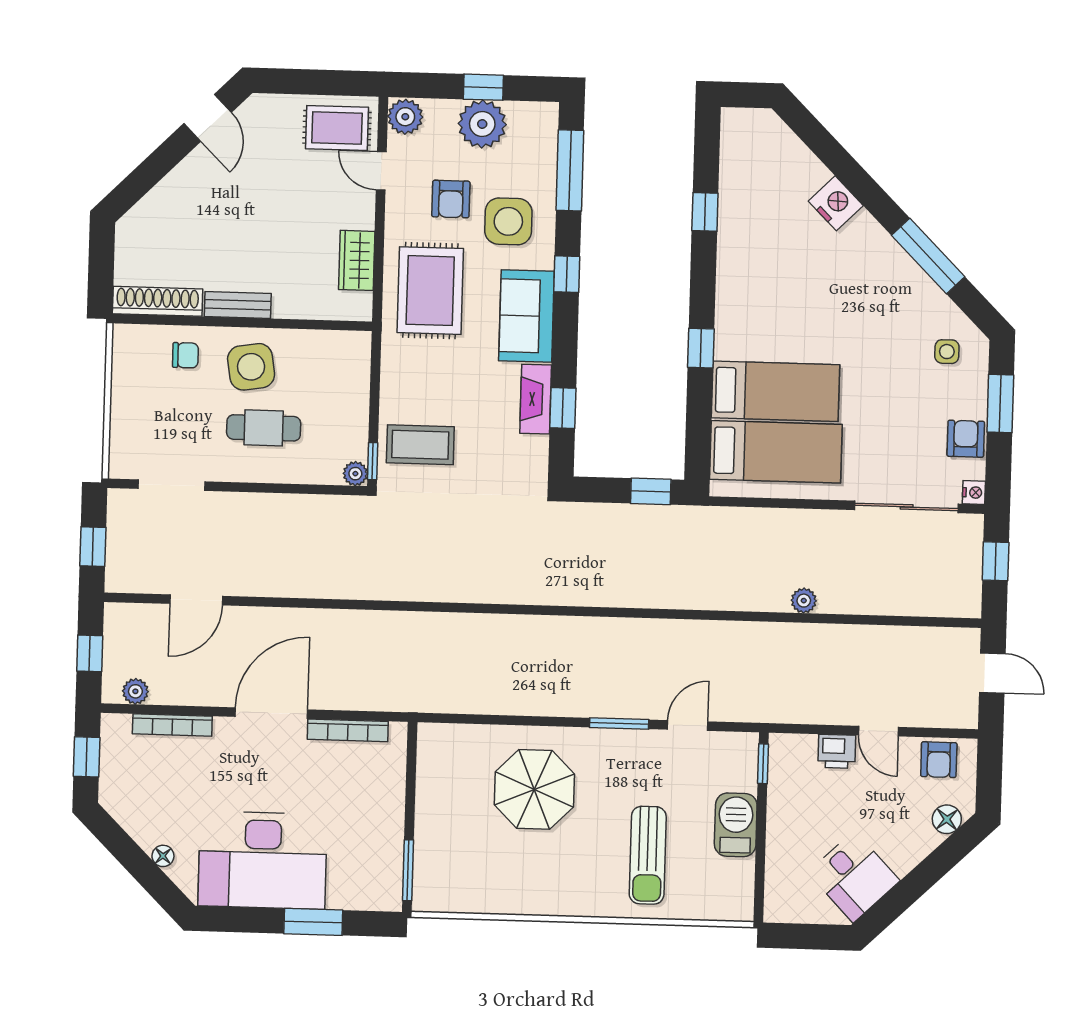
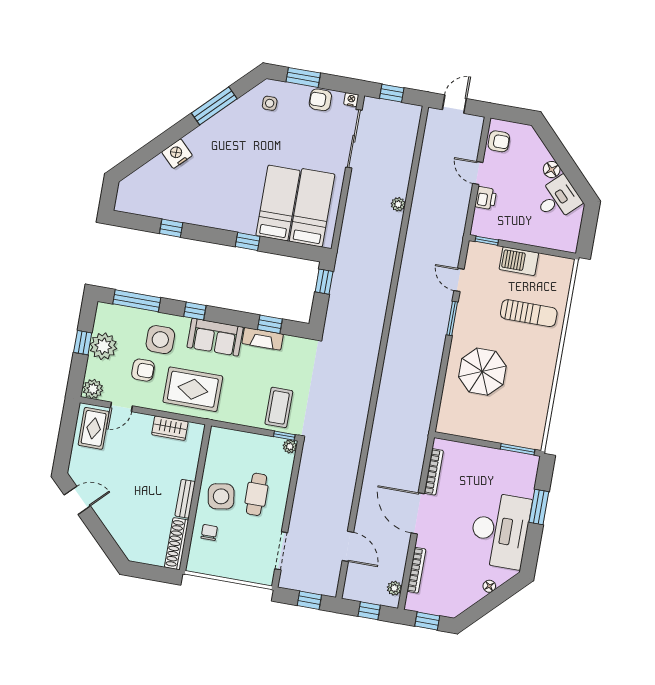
door: (878, 731) -> (478, 173), swing flipped
floor lamp: (947, 819) -> (552, 169), moved

